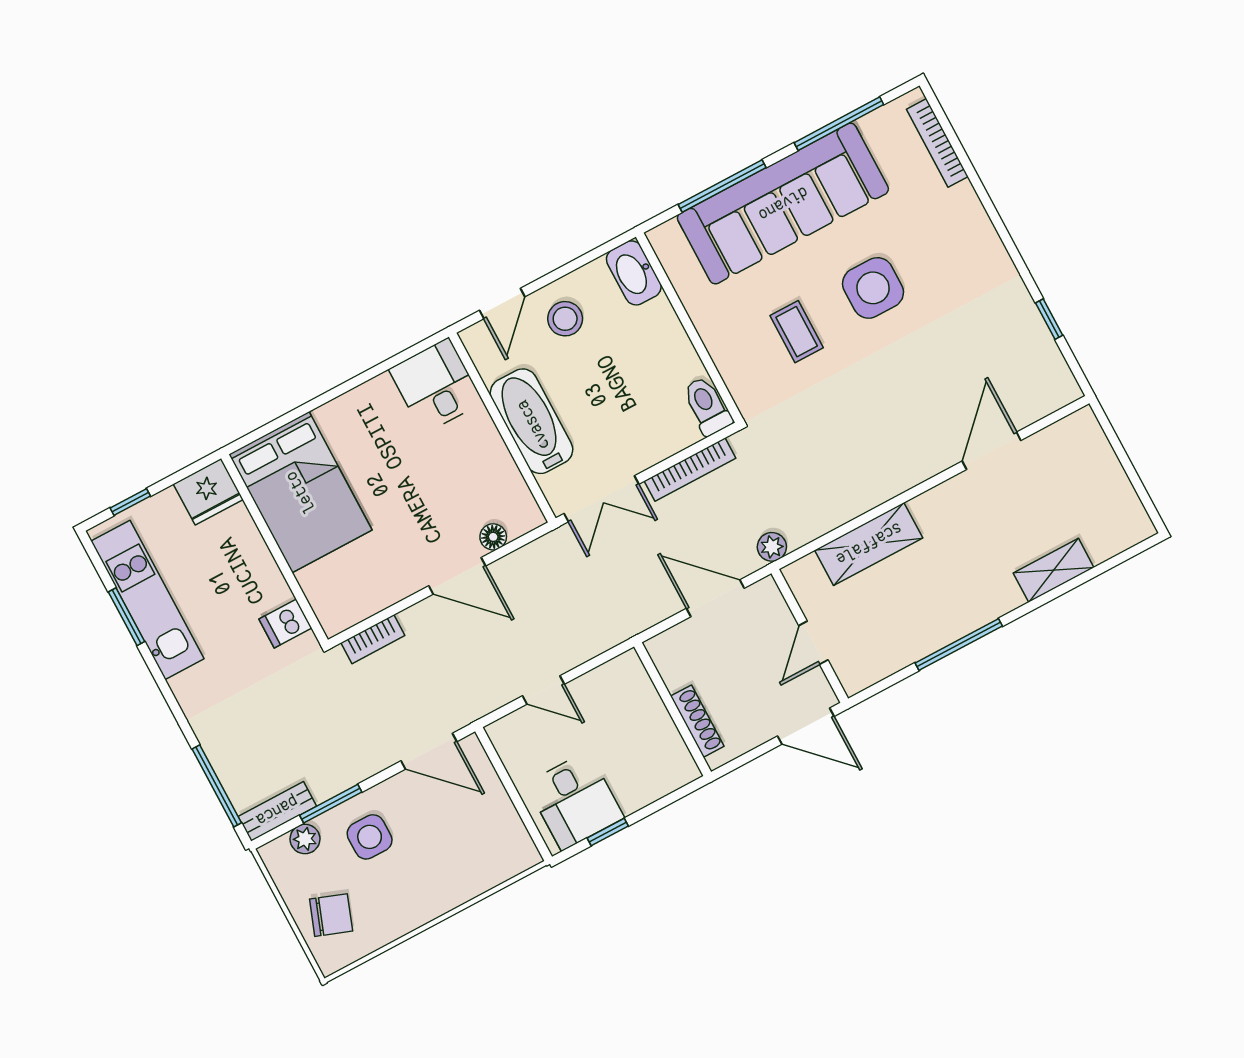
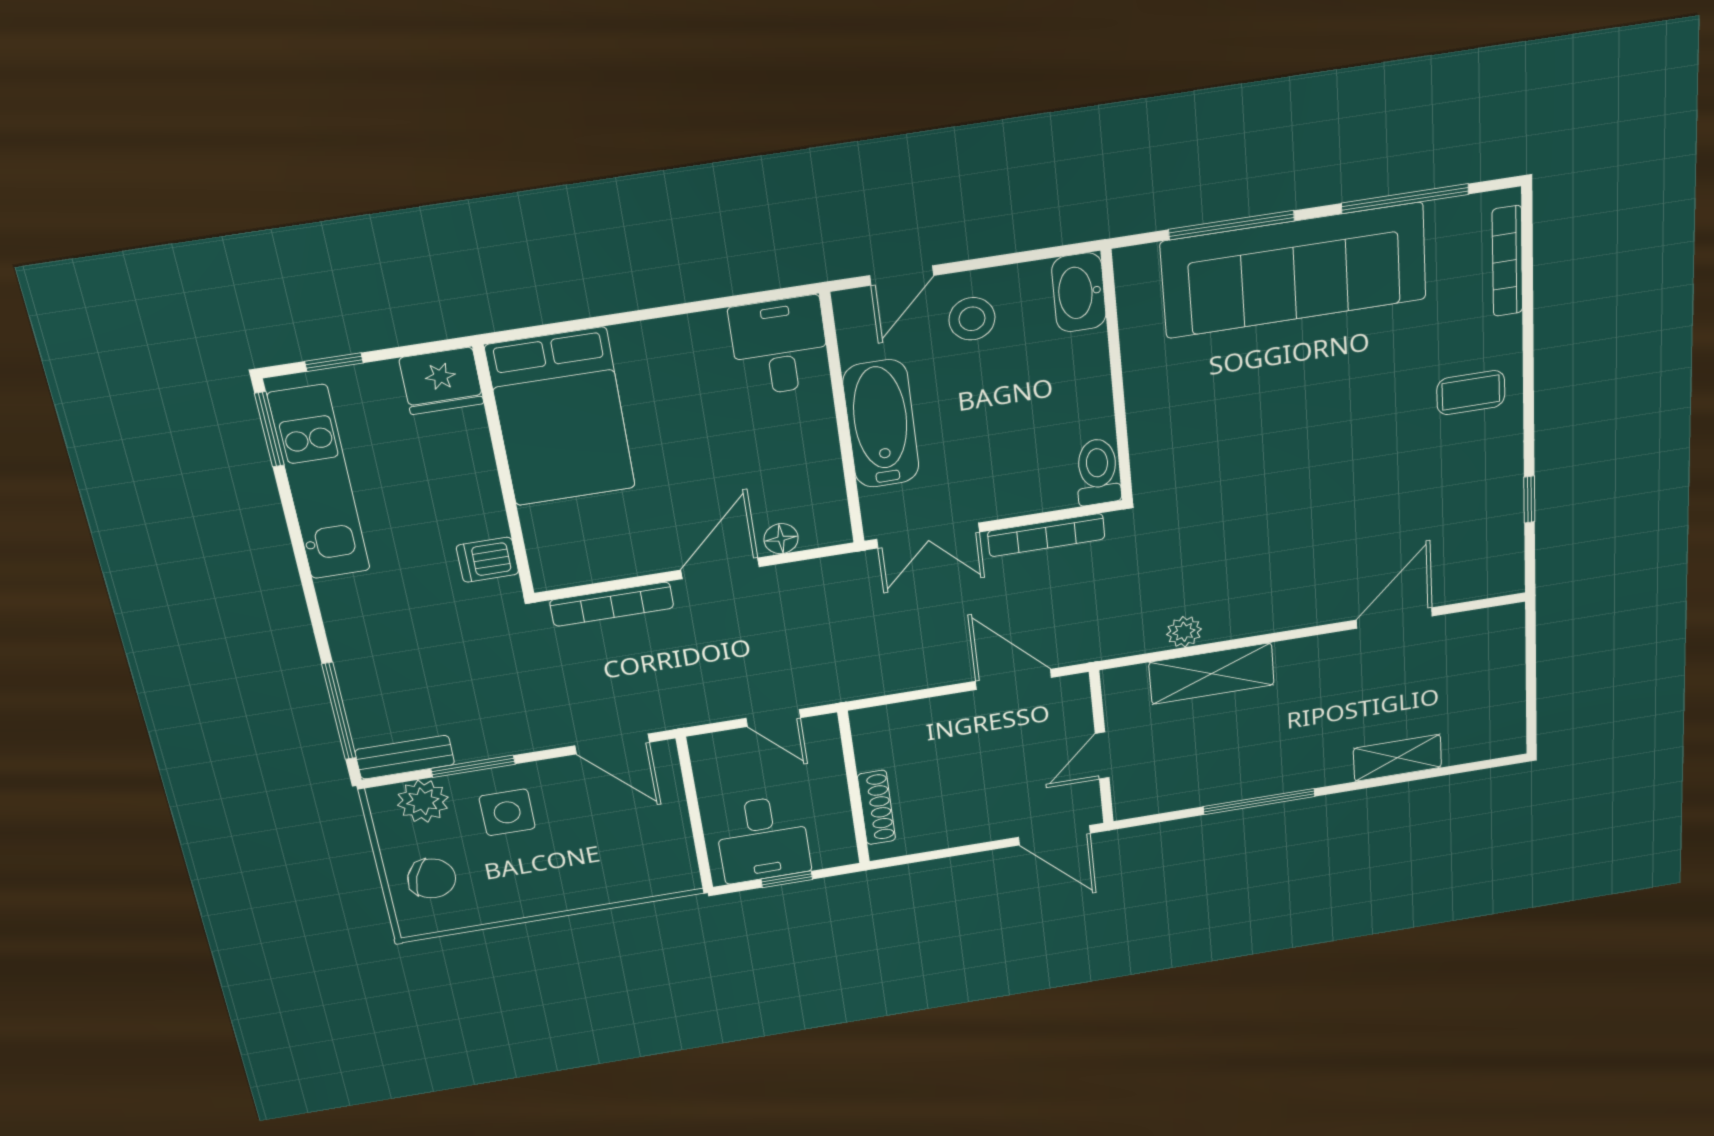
side table: (873, 288) -> (1351, 402), removed
coffee table: (797, 332) -> (1471, 393), moved, turned 90
plant: (772, 547) -> (1184, 632), moved
door: (457, 576) -> (720, 568), swing flipped
window: (126, 617) -> (269, 429), moved
bookcase: (373, 639) -> (612, 604), width x1.56
wall: (673, 709) -> (854, 788), moved
shoe rack: (697, 721) -> (877, 807), moved
plant: (305, 839) -> (423, 801), width x1.38, depth x1.38

